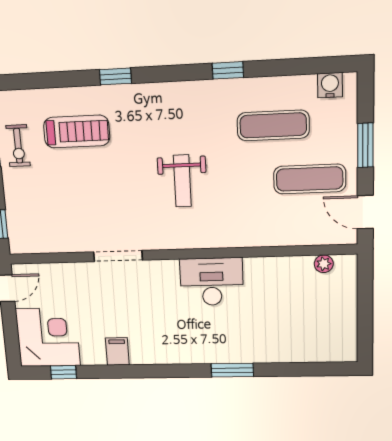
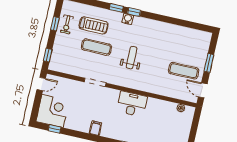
window: (228, 70) -> (134, 12), moved
water cooler: (330, 85) -> (128, 19), moved
exercise mat: (273, 125) -> (96, 47), moved
weight bench: (182, 181) -> (132, 58), turned 180
filing cabinet: (117, 351) -> (96, 128), moved

